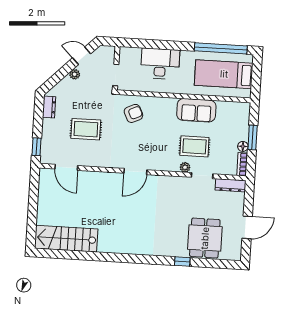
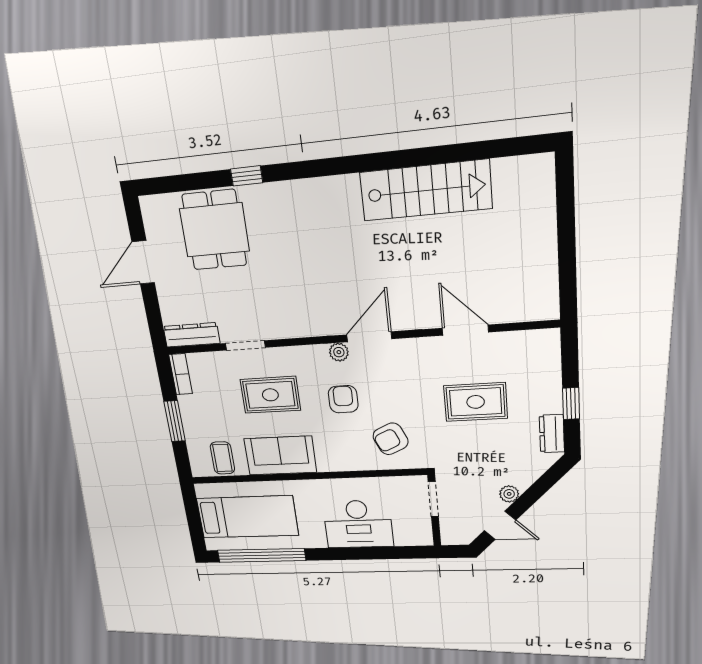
coffee table: (230, 112) -> (222, 458), added
armchair: (155, 139) -> (343, 399), added
floor lamp: (243, 146) -> (187, 404), removed
window: (36, 147) -> (571, 403), moved
door: (66, 167) -> (465, 330), moved
plant: (185, 167) -> (339, 352), moved
stairs: (66, 239) -> (426, 190), moved

